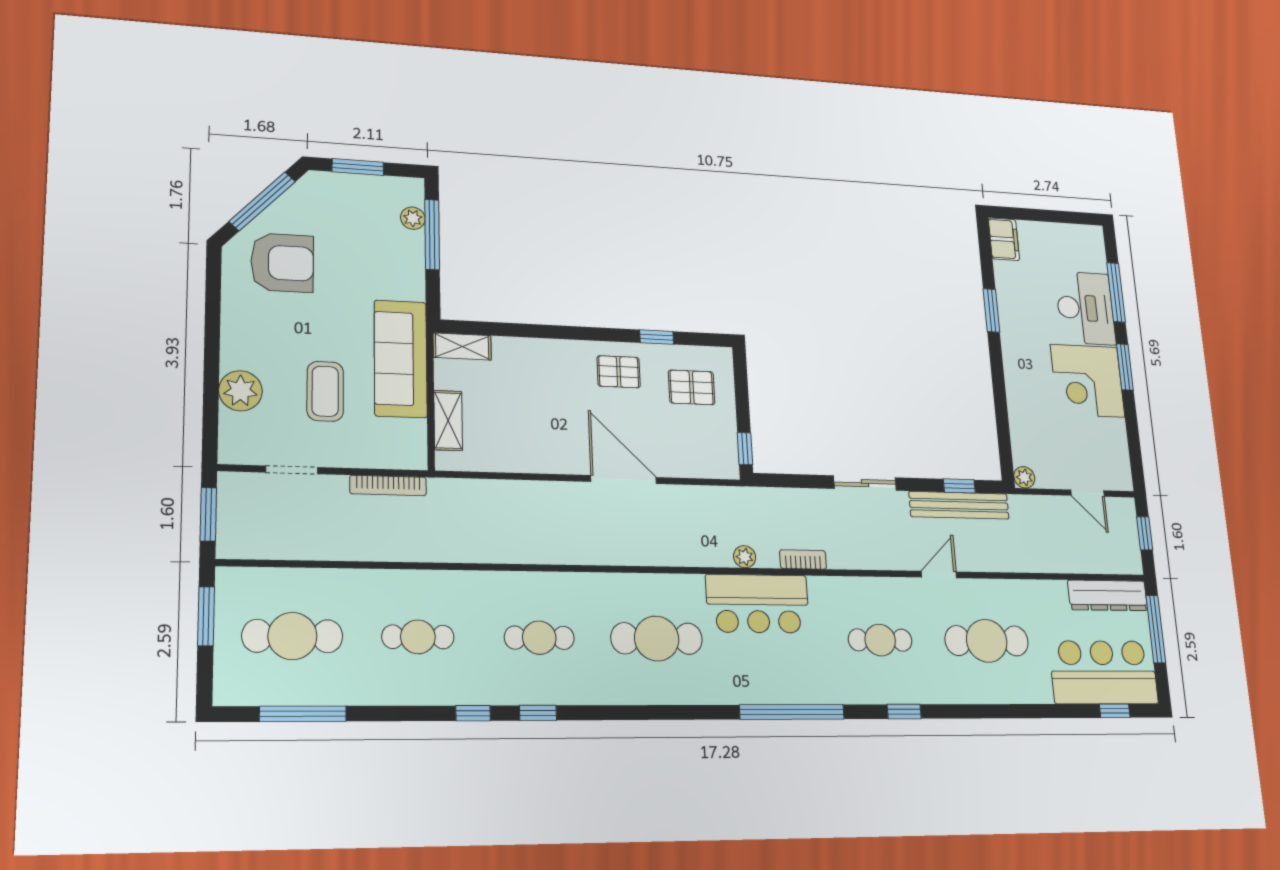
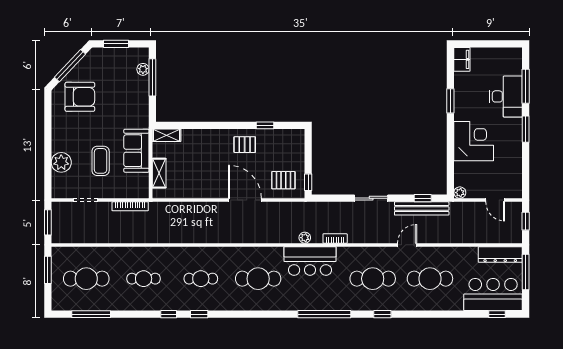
sofa: (401, 359) -> (136, 151), width x0.73
corner desk: (1088, 381) -> (474, 141), moved, turned 180
pallet: (692, 387) -> (283, 180), moved
cafe table: (880, 640) -> (373, 279), width x1.37, depth x1.35

